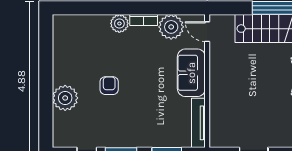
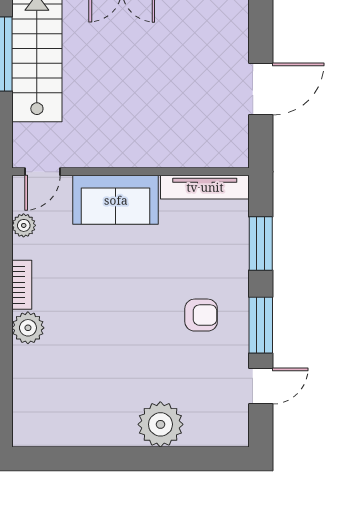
plant: (171, 27) -> (24, 225), width x0.53, depth x0.53
armchair: (109, 86) -> (201, 315), moved, turned 180

